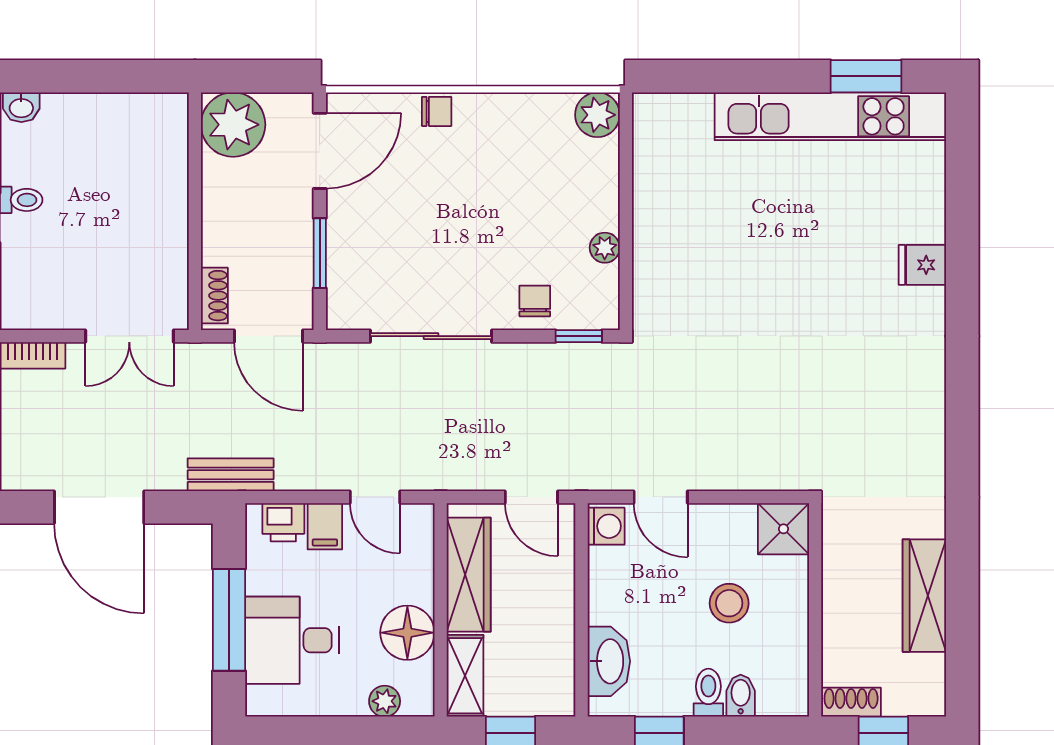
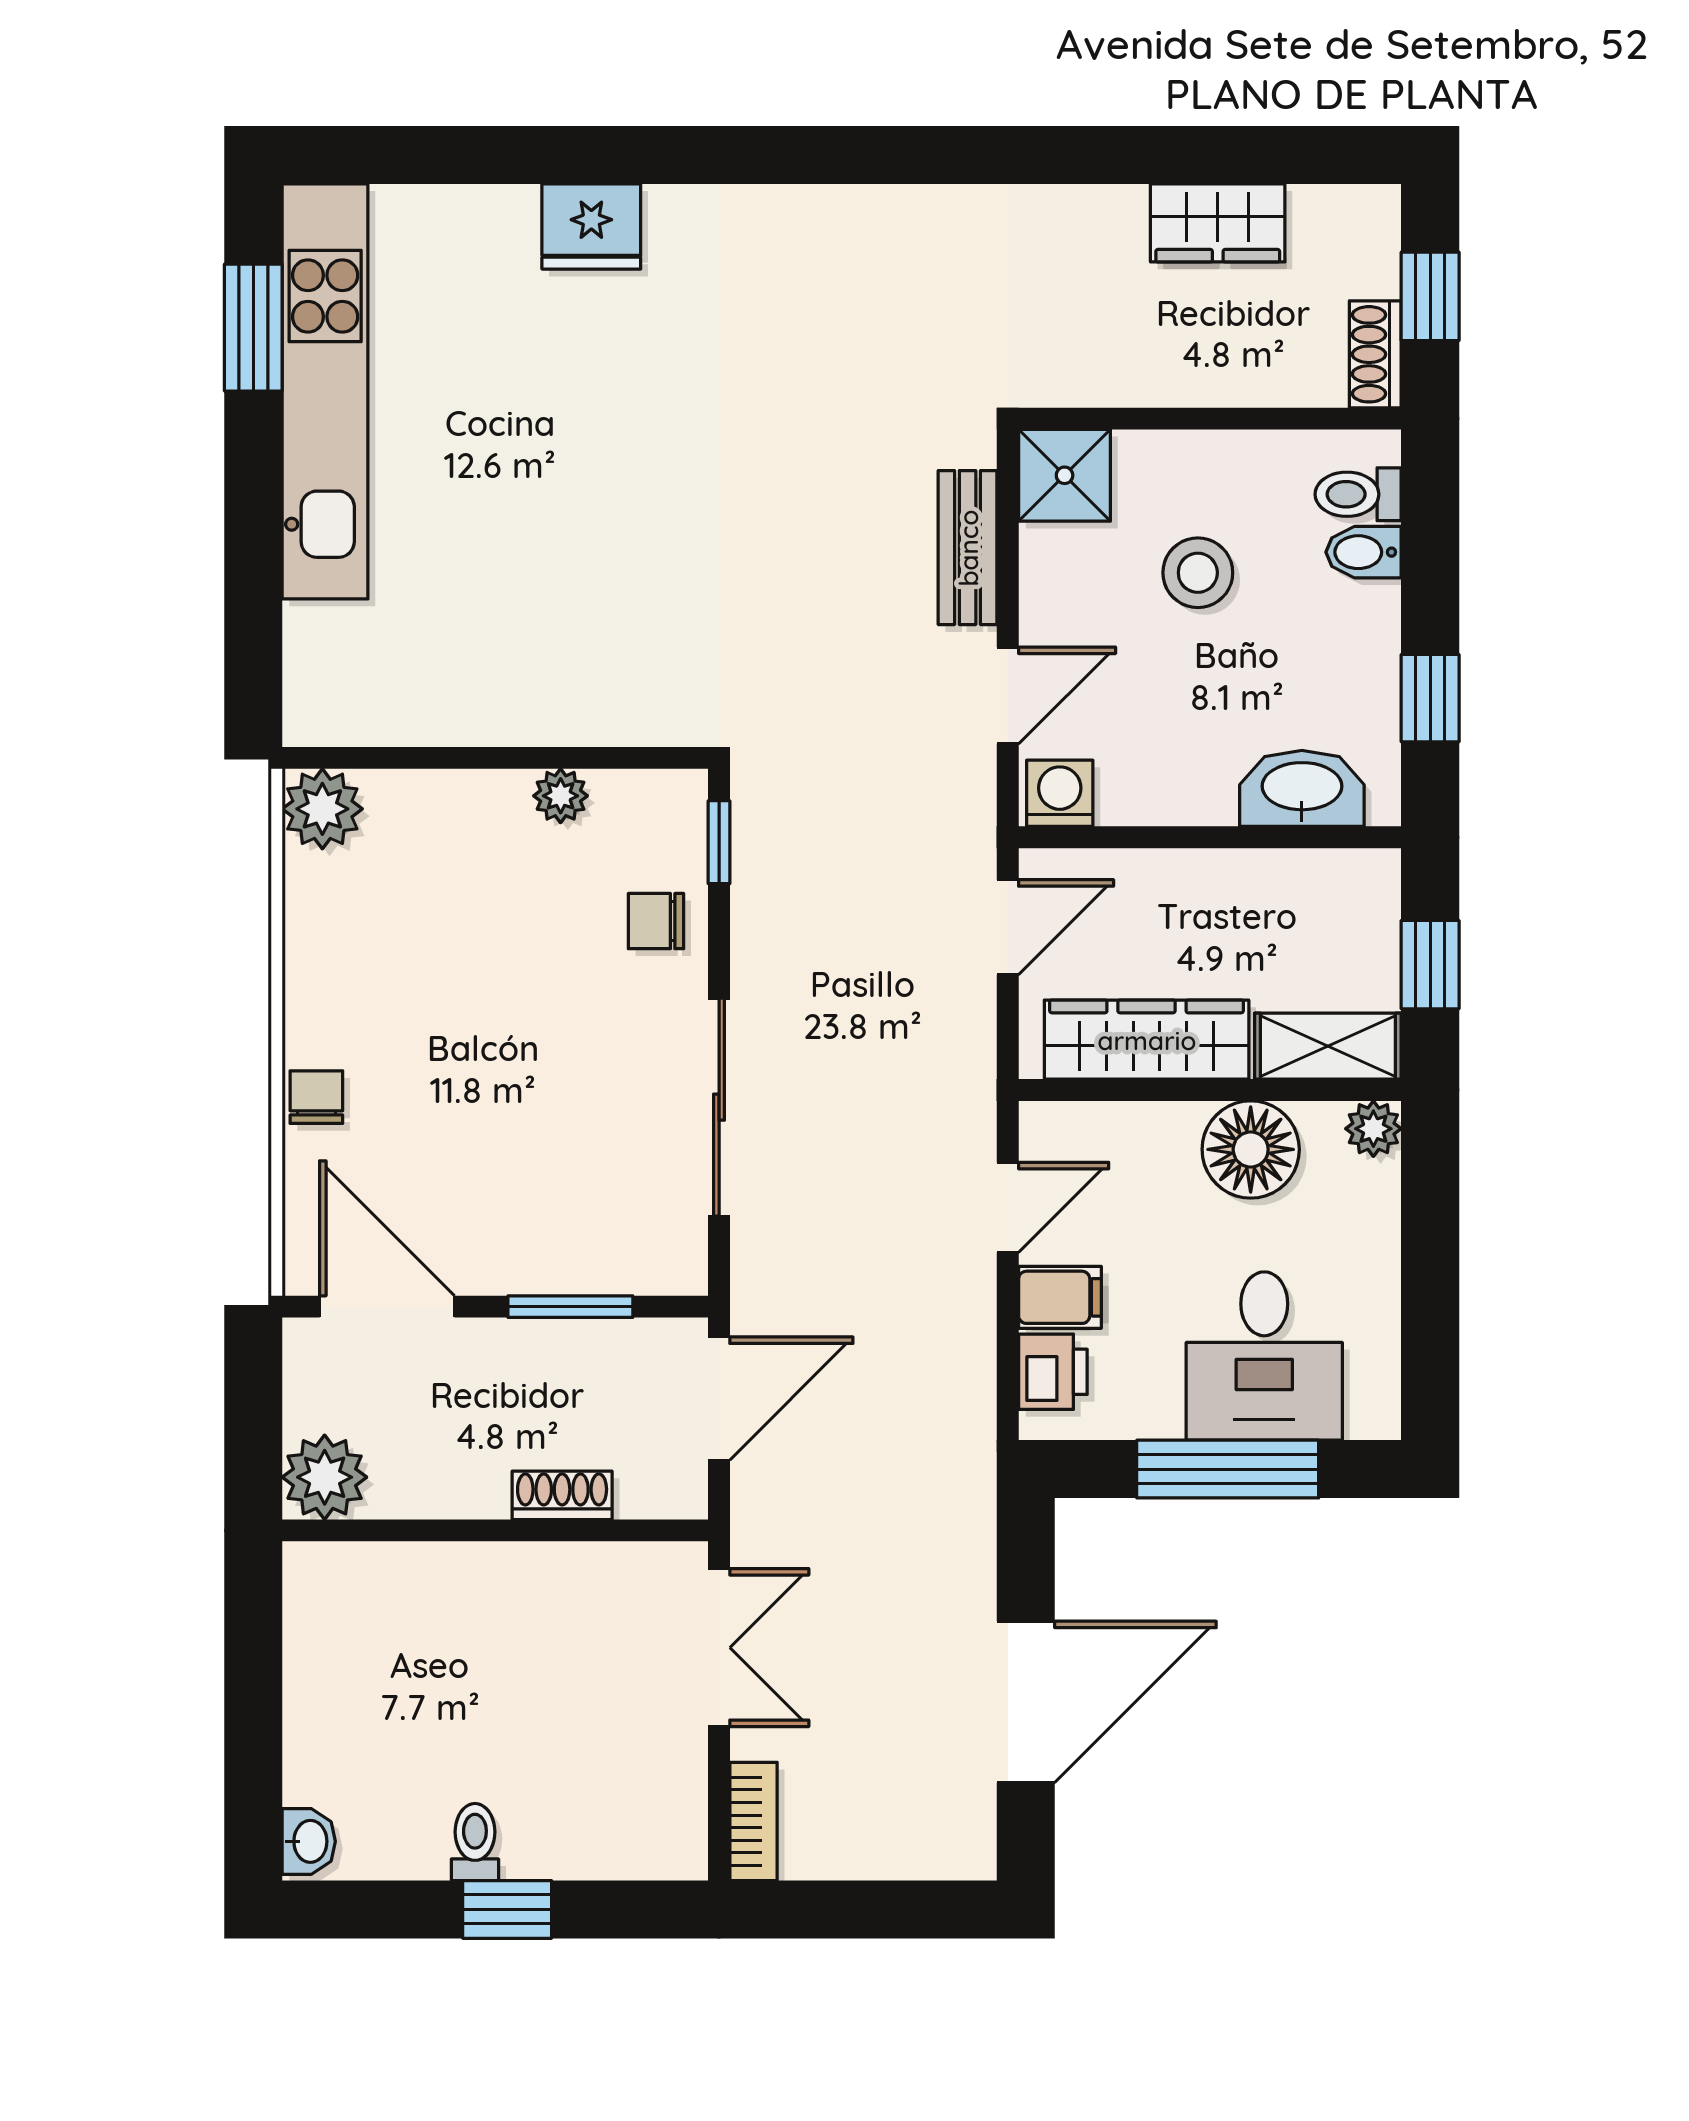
plant: (233, 125) -> (325, 1477), width x0.73, depth x0.73
fridge: (922, 265) -> (591, 227), width x1.38
shoe rack: (214, 296) -> (562, 1495), moved
bench: (231, 475) -> (968, 548), moved
wardrobe: (924, 596) -> (1218, 223), width x0.67
toilet: (708, 693) -> (1358, 494), moved
plant: (385, 701) -> (1373, 1129), moved

